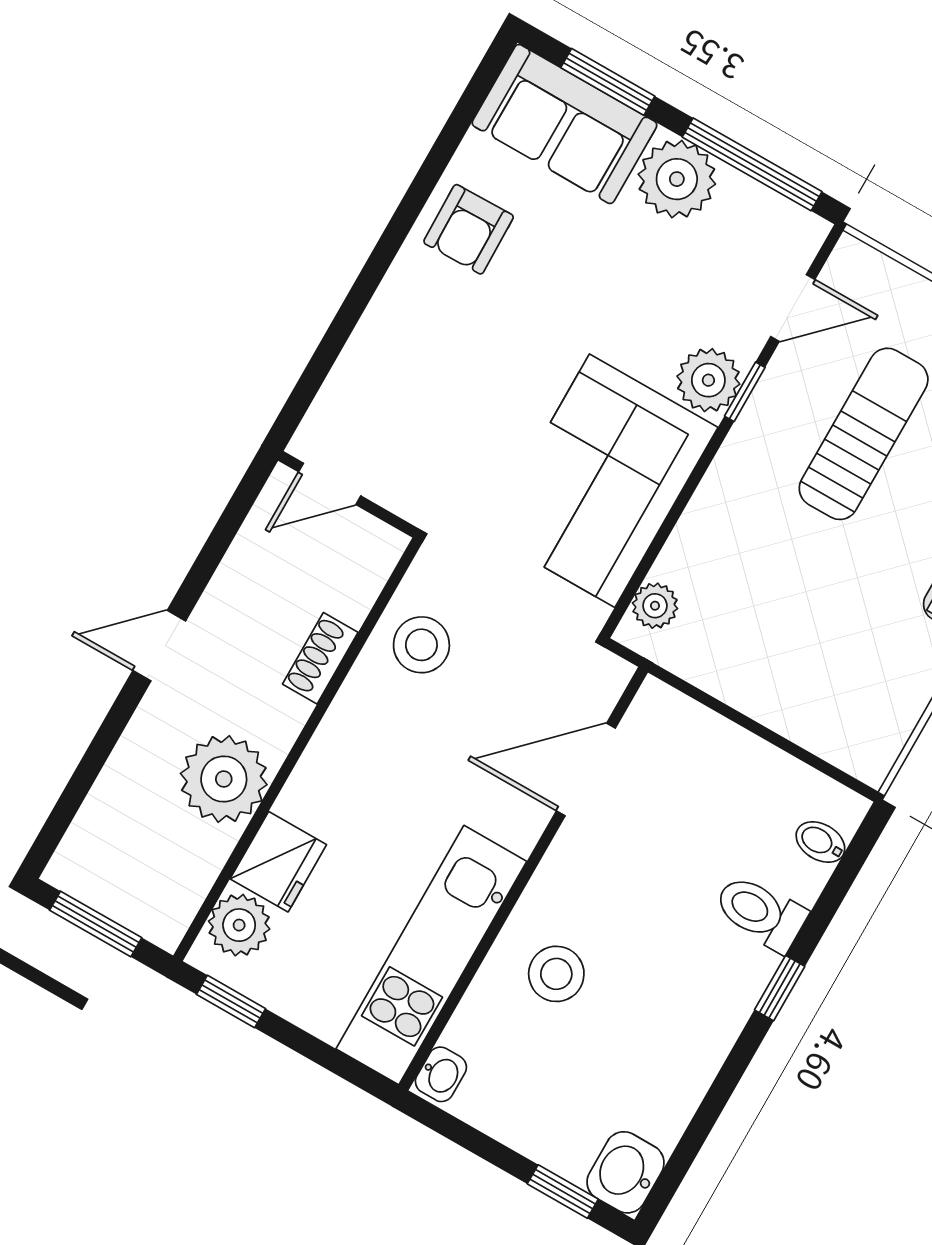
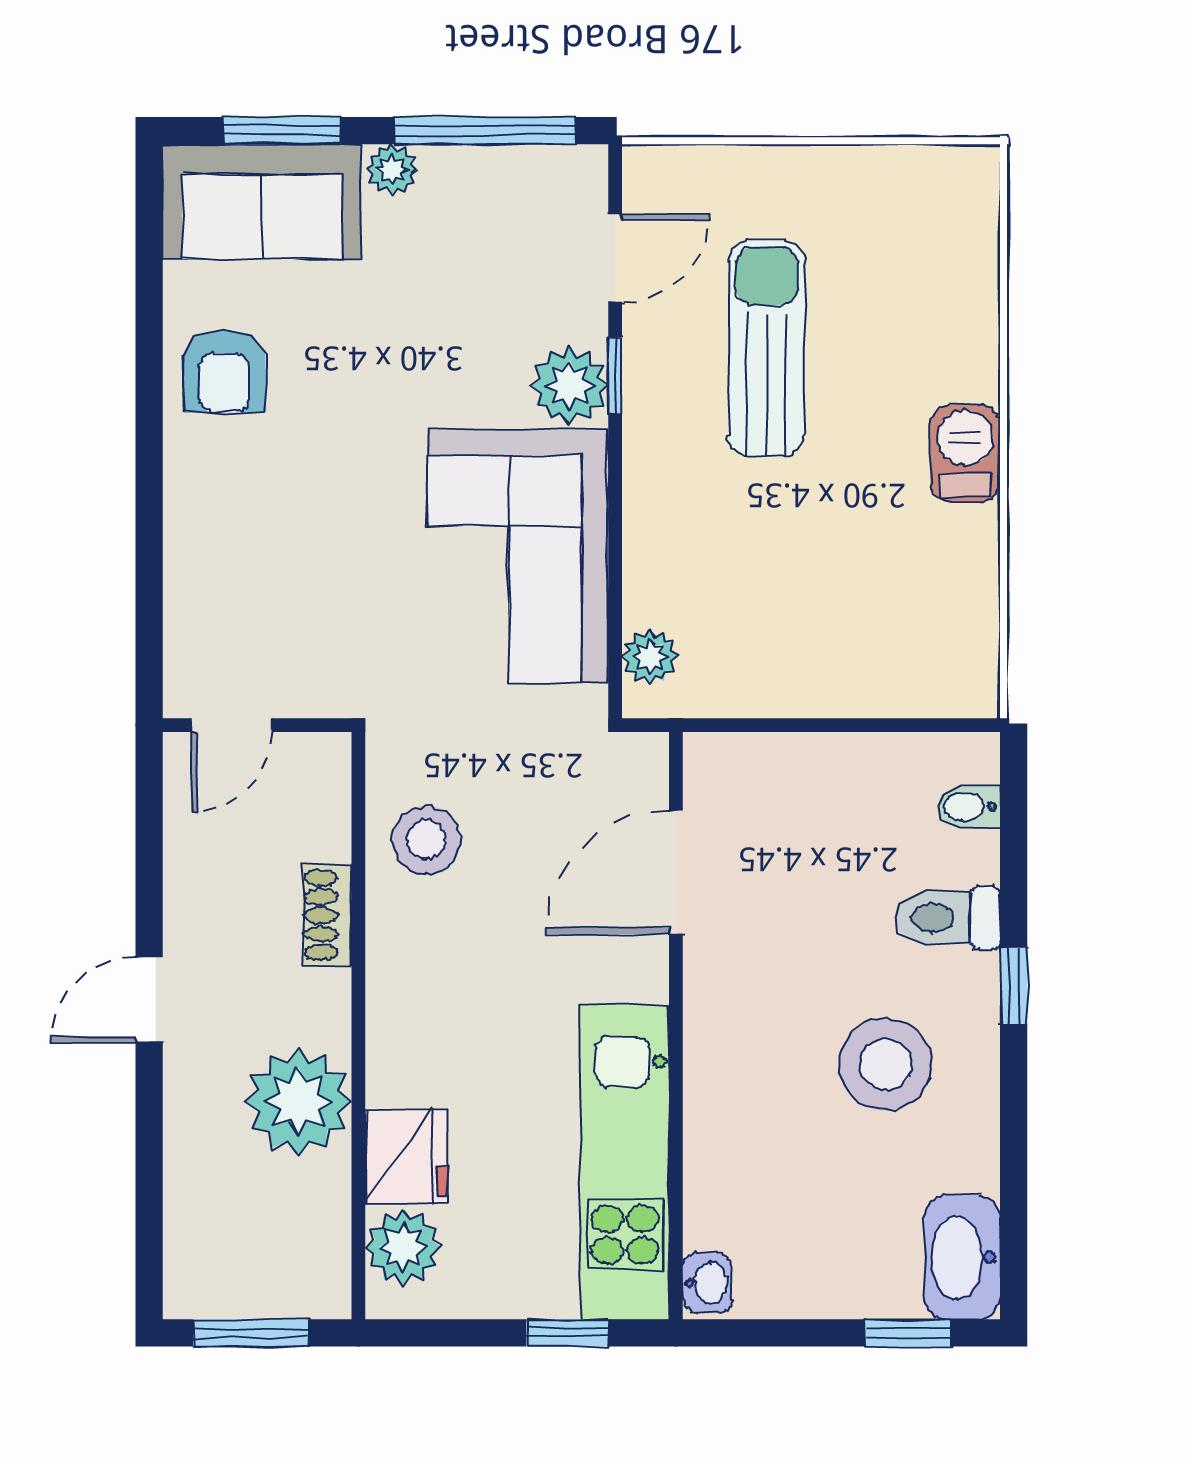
plant: (677, 179) -> (392, 169), width x0.53, depth x0.53
stool: (556, 974) -> (886, 1064), moved, width x1.38, depth x1.38
window: (231, 1001) -> (567, 1333), moved
washbasin: (626, 1172) -> (962, 1257), width x1.38

